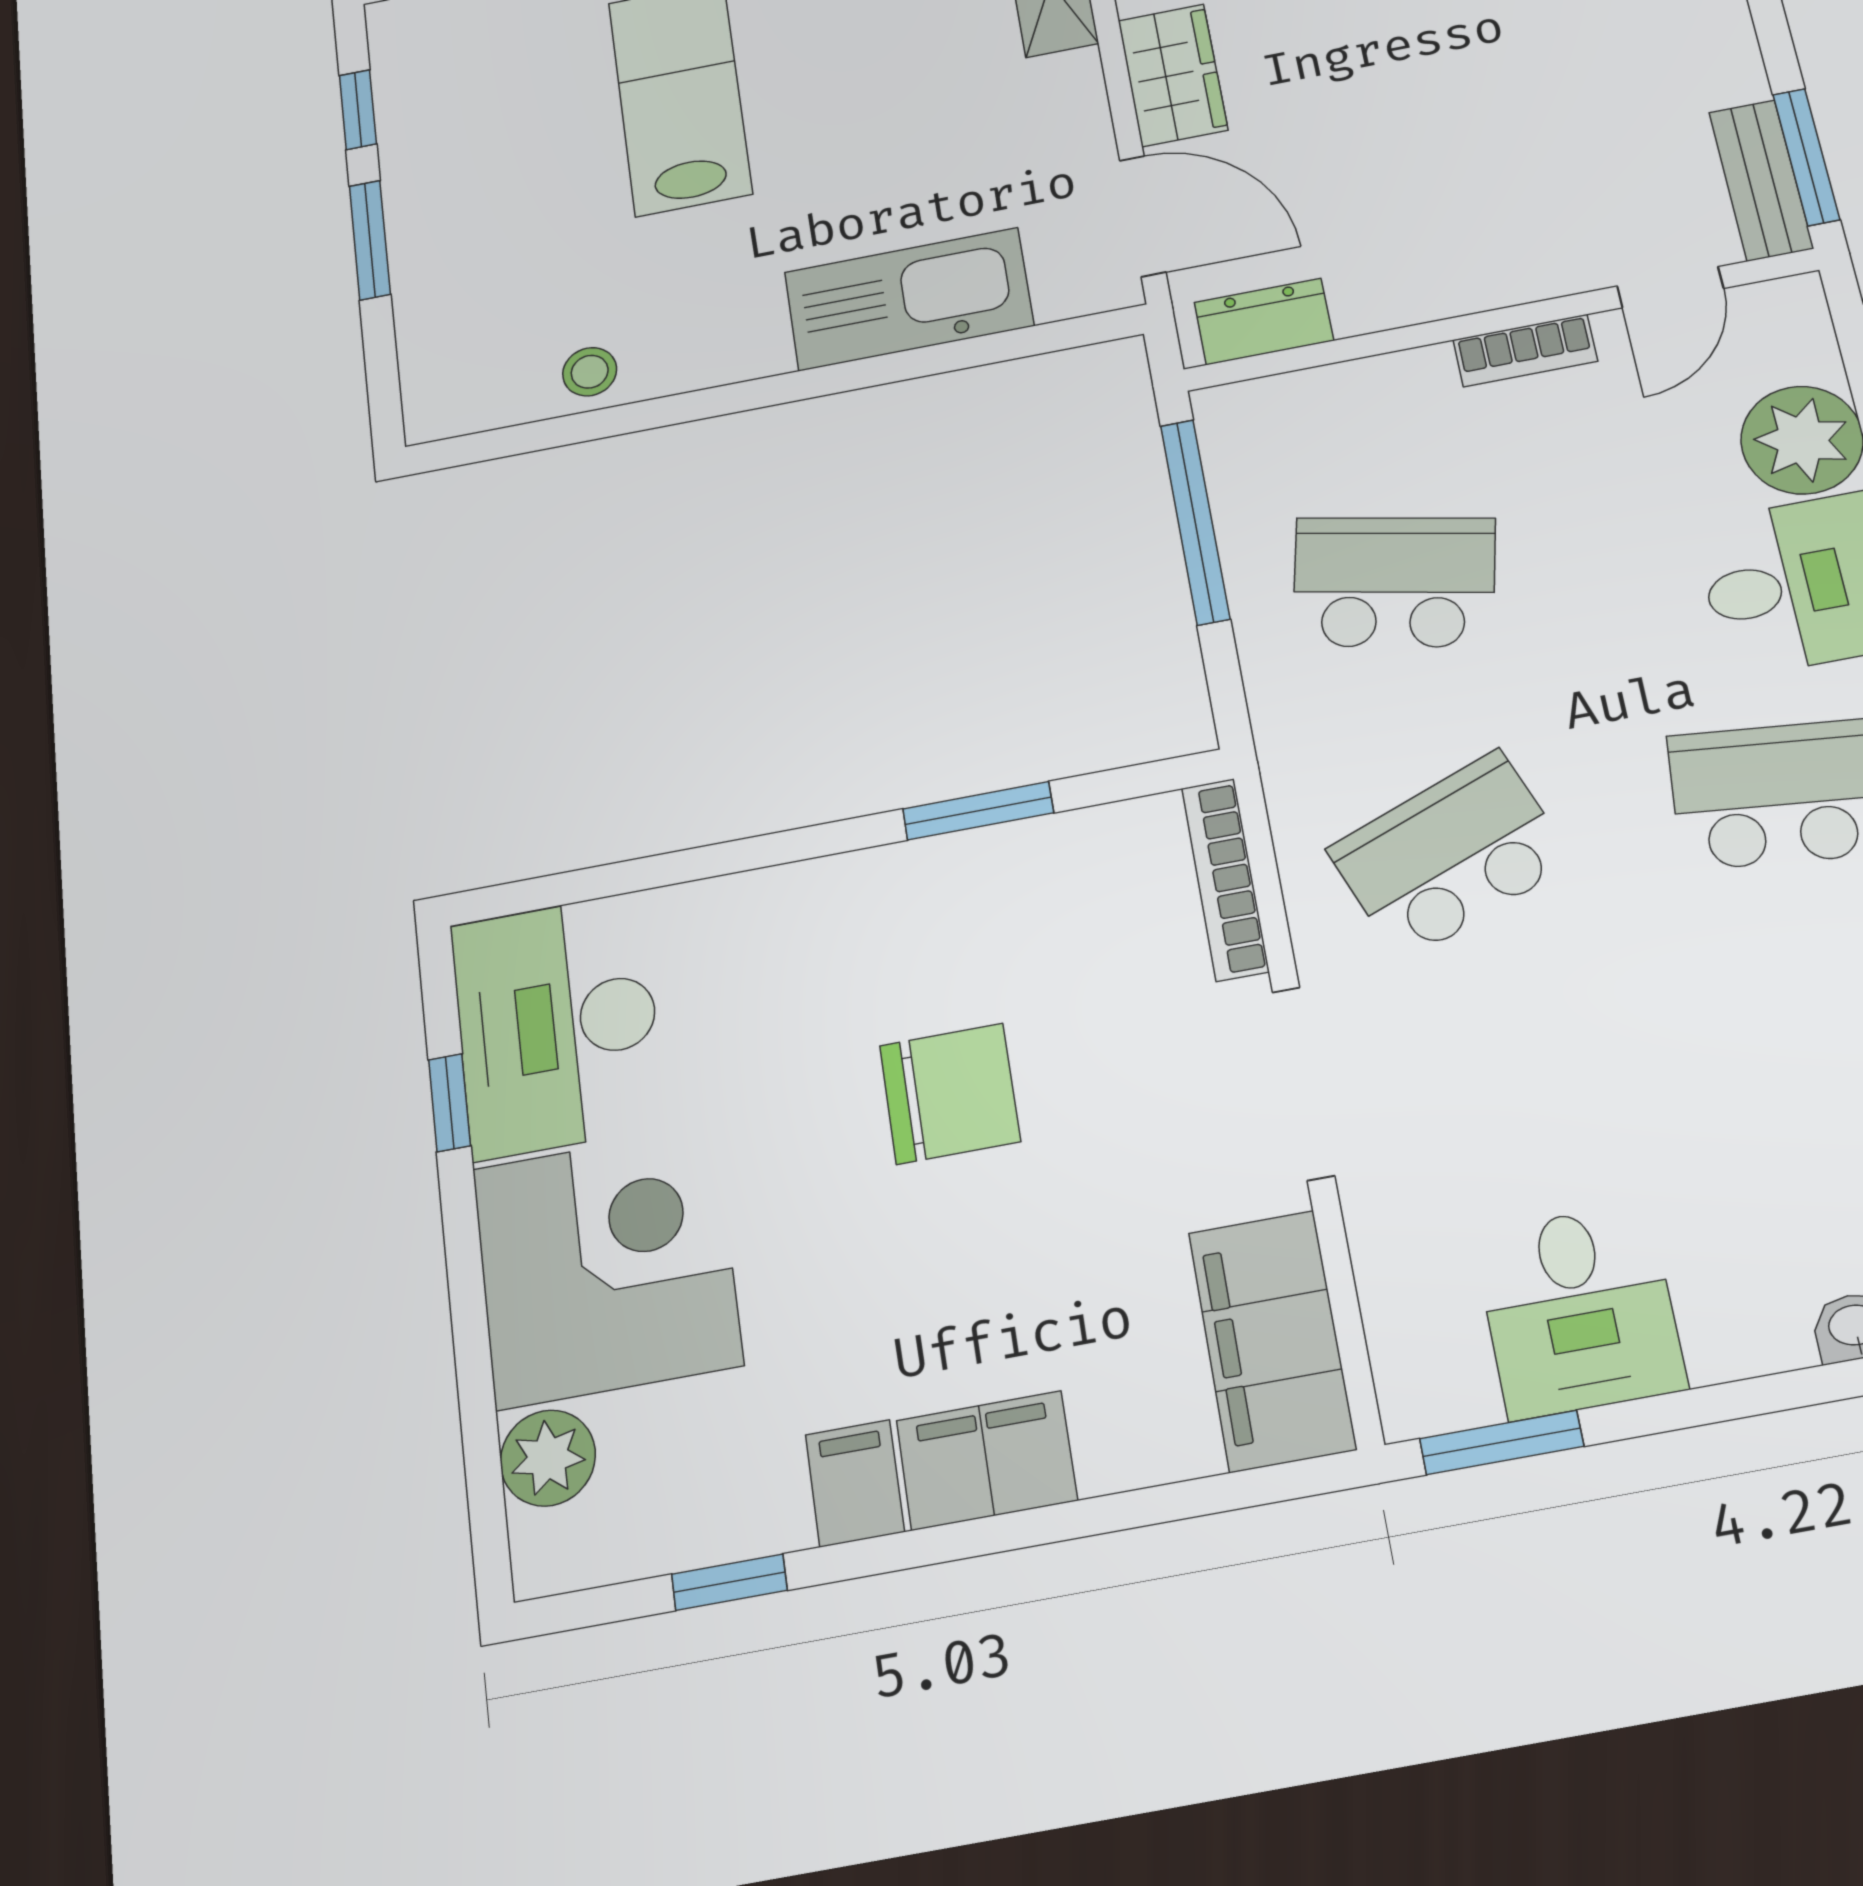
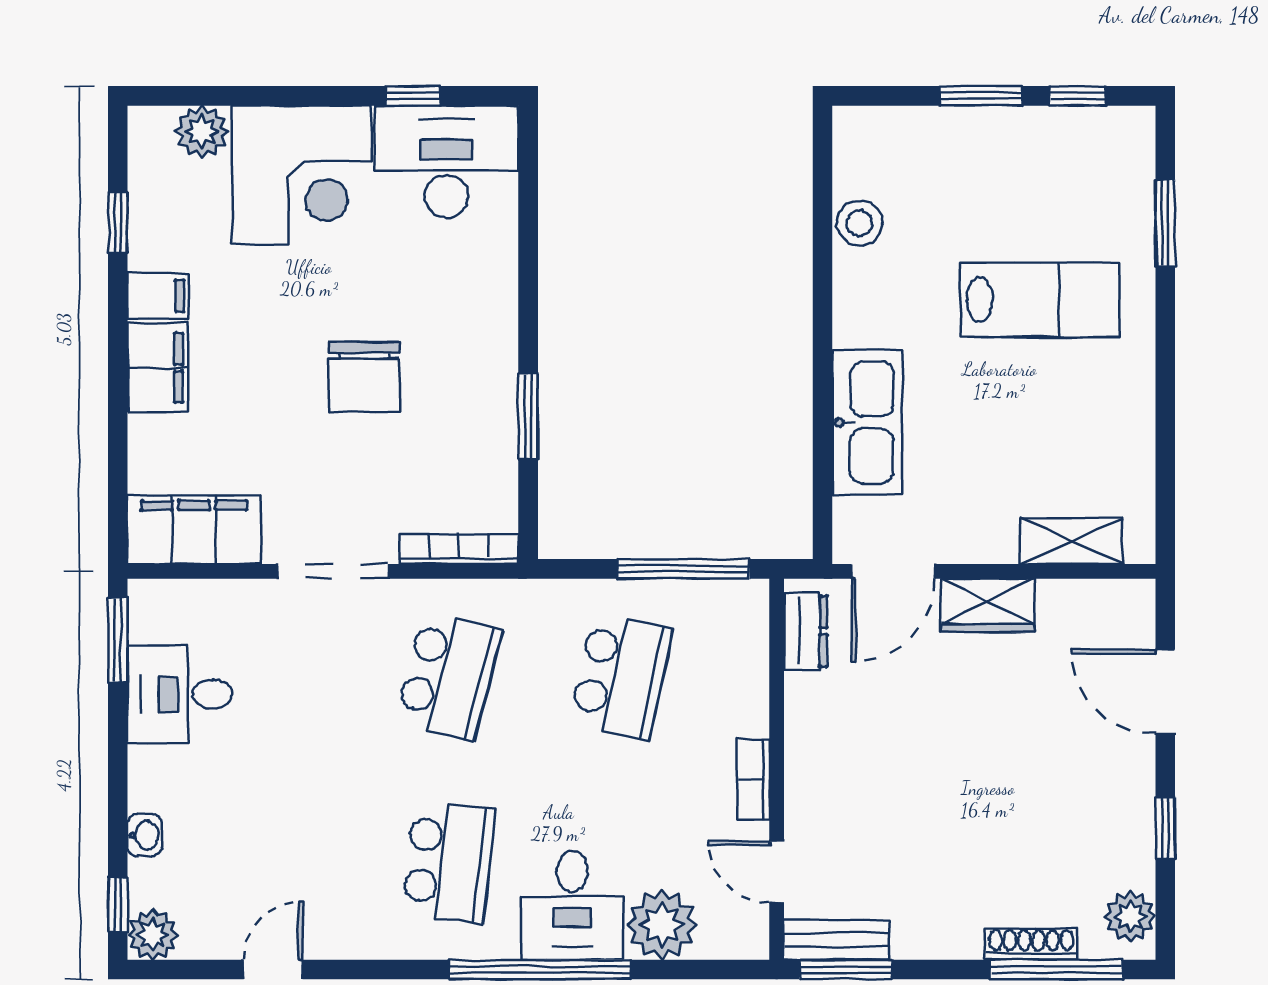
stool: (590, 372) -> (859, 223), width x1.37, depth x1.37
school desk: (1451, 855) -> (448, 676), turned 36

